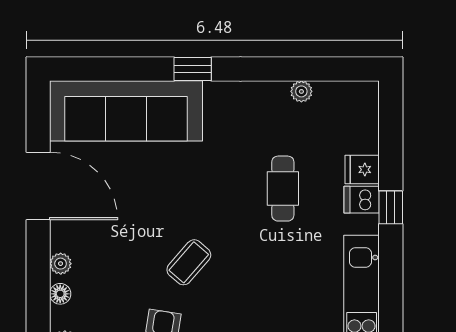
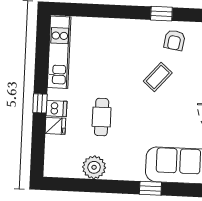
plant: (301, 91) -> (94, 167), width x1.87, depth x1.87

